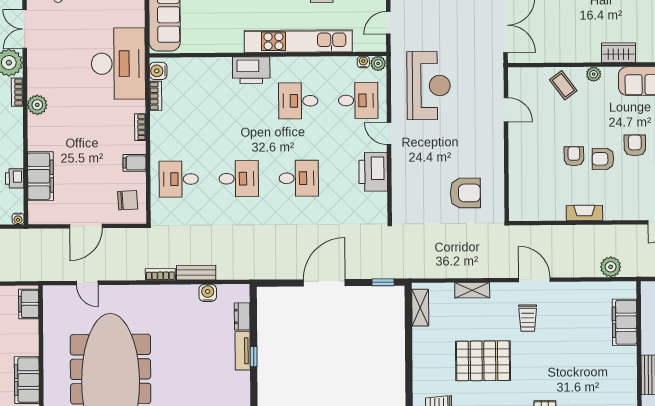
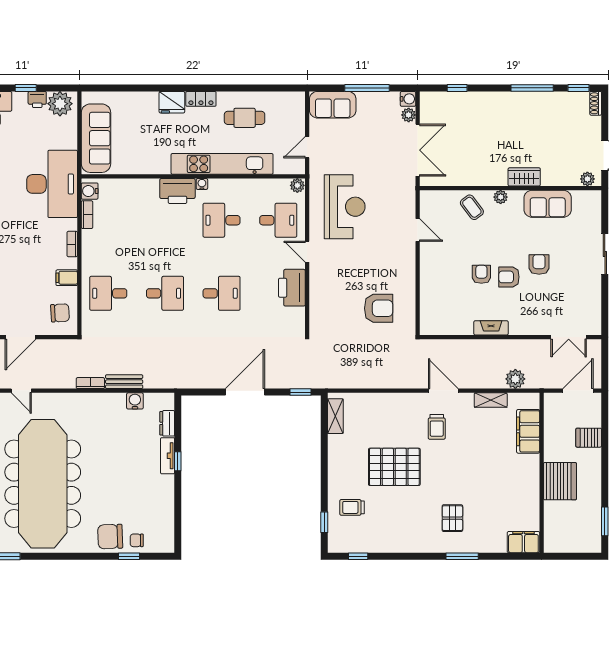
water cooler: (363, 62) -> (202, 184), moved
shelving: (472, 290) -> (491, 400), moved

